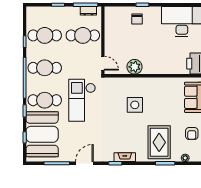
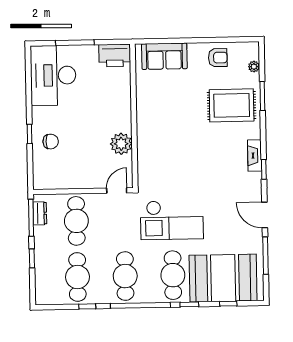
side table: (135, 105) -> (177, 142), removed

